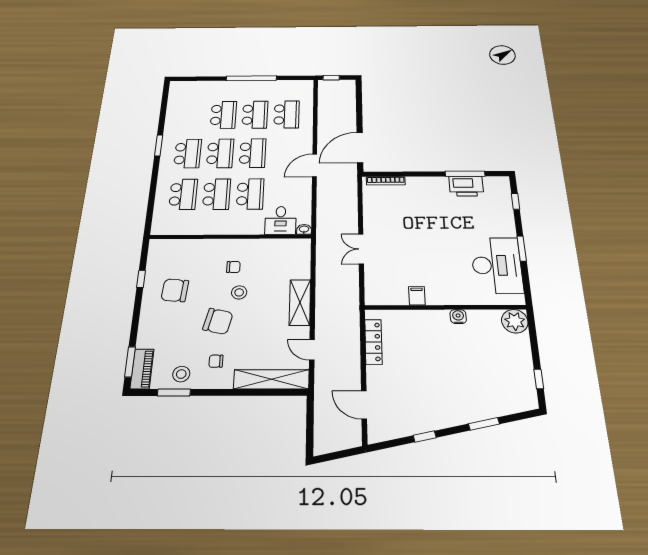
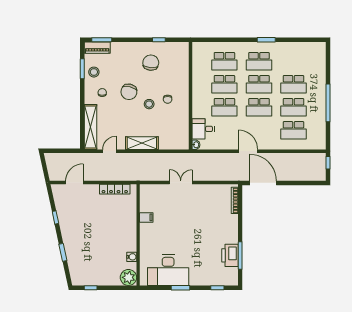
water cooler: (458, 317) -> (132, 257), moved

